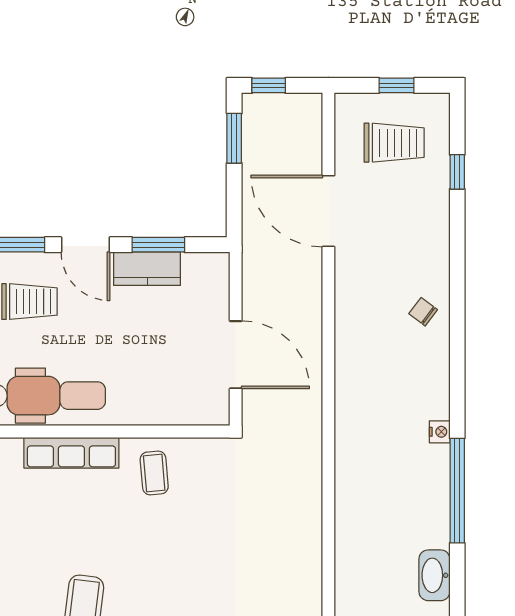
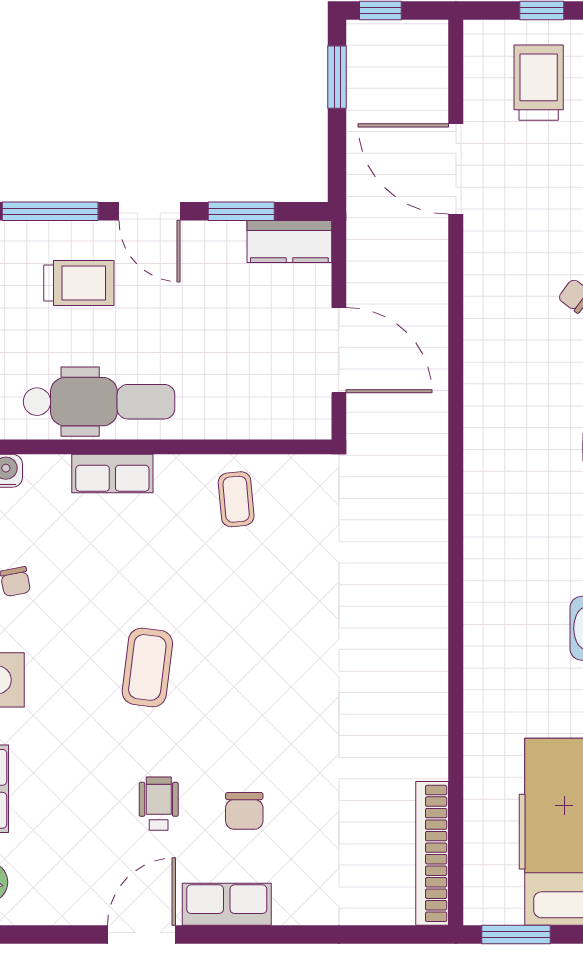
trolley: (394, 143) -> (539, 83), turned -90
kitchen counter: (147, 269) -> (289, 242), moved
row of seats: (71, 453) -> (112, 474), width x0.68

